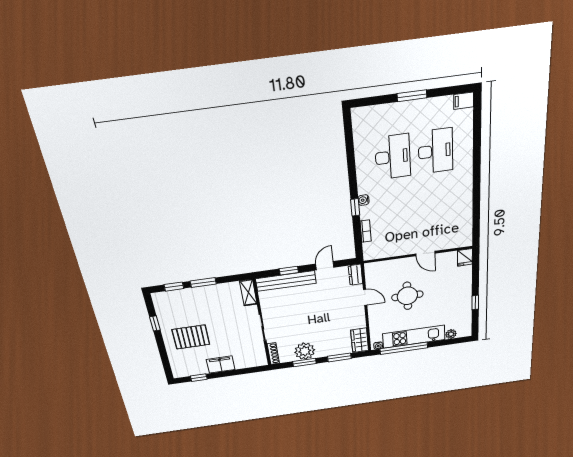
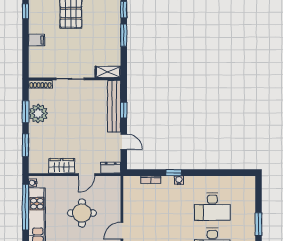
wardrobe: (360, 340) -> (62, 166), moved
filing cabinet: (221, 365) -> (37, 40), width x0.50

